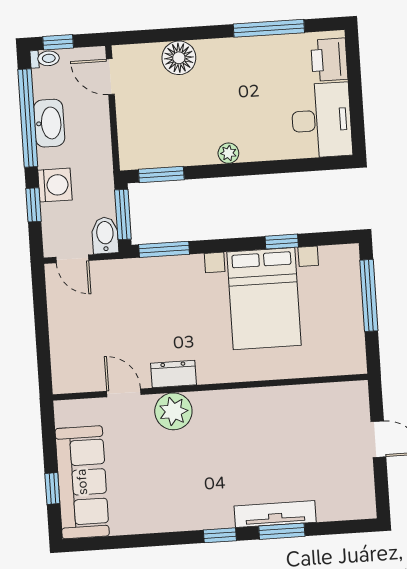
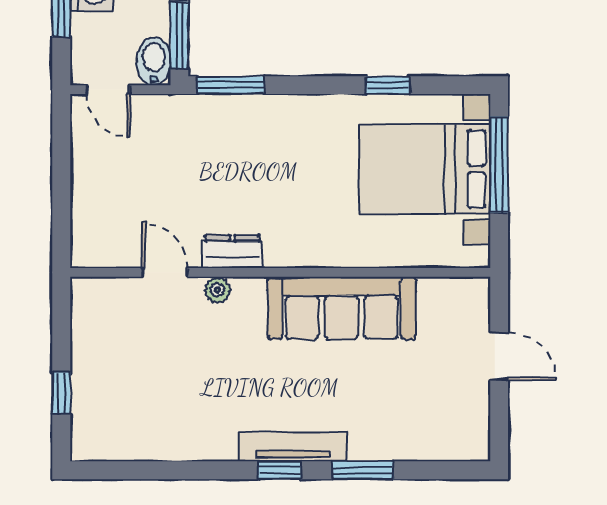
bed with nightstands: (264, 299) -> (425, 169), moved, turned 90
plant: (173, 411) -> (218, 290), width x0.53, depth x0.53
sofa: (82, 482) -> (342, 308), moved, turned 90
tv unit: (275, 514) -> (293, 447), moved

